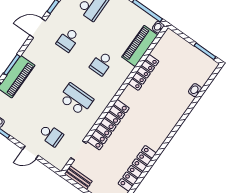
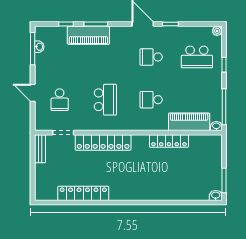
washbasin: (195, 90) -> (216, 195), moved

